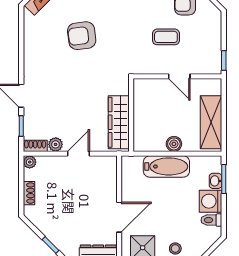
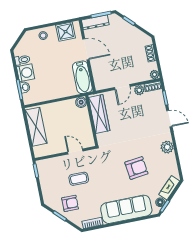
plant: (32, 56) -> (167, 147), added
door: (179, 76) -> (75, 151), moved
boiler: (174, 144) -> (81, 102), moved
bathtub: (166, 166) -> (82, 77), moved, turned -90
door: (119, 217) -> (86, 49), swing flipped

